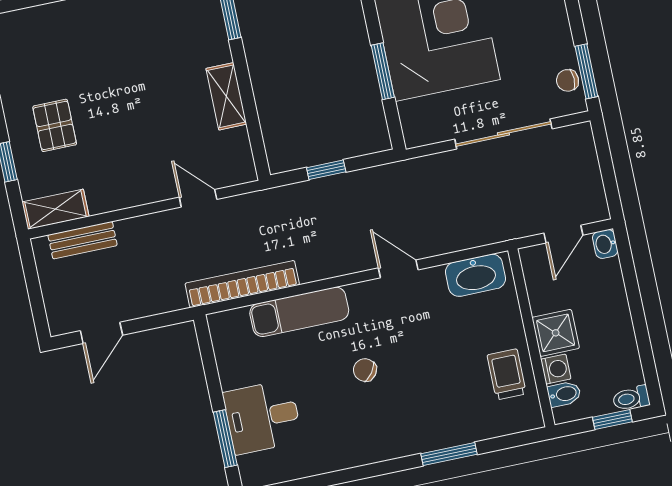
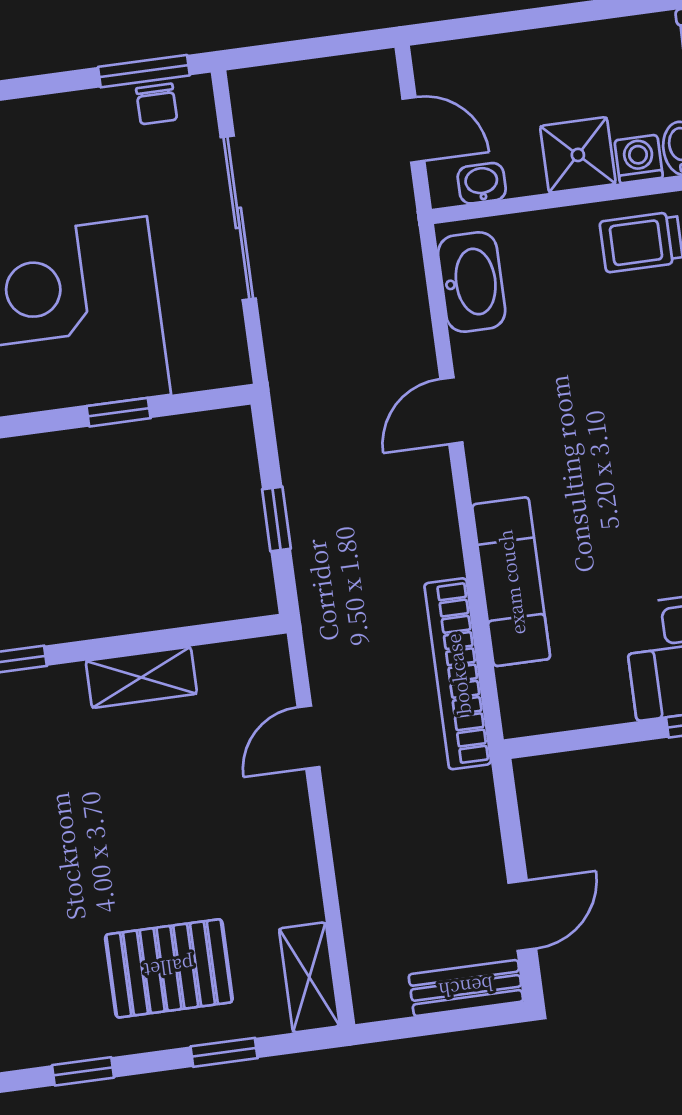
window: (383, 71) -> (119, 412), width x0.67
pallet: (55, 125) -> (169, 968), width x1.50, depth x1.42
bench: (83, 240) -> (466, 988), moved, turned 90
washbasin: (605, 244) -> (482, 183), moved, turned 180
door: (101, 333) -> (522, 916), hinge flipped
chair: (365, 370) -> (617, 479), removed

